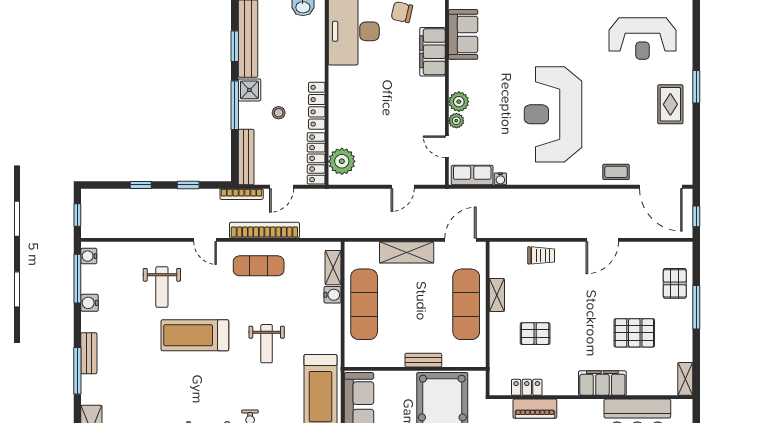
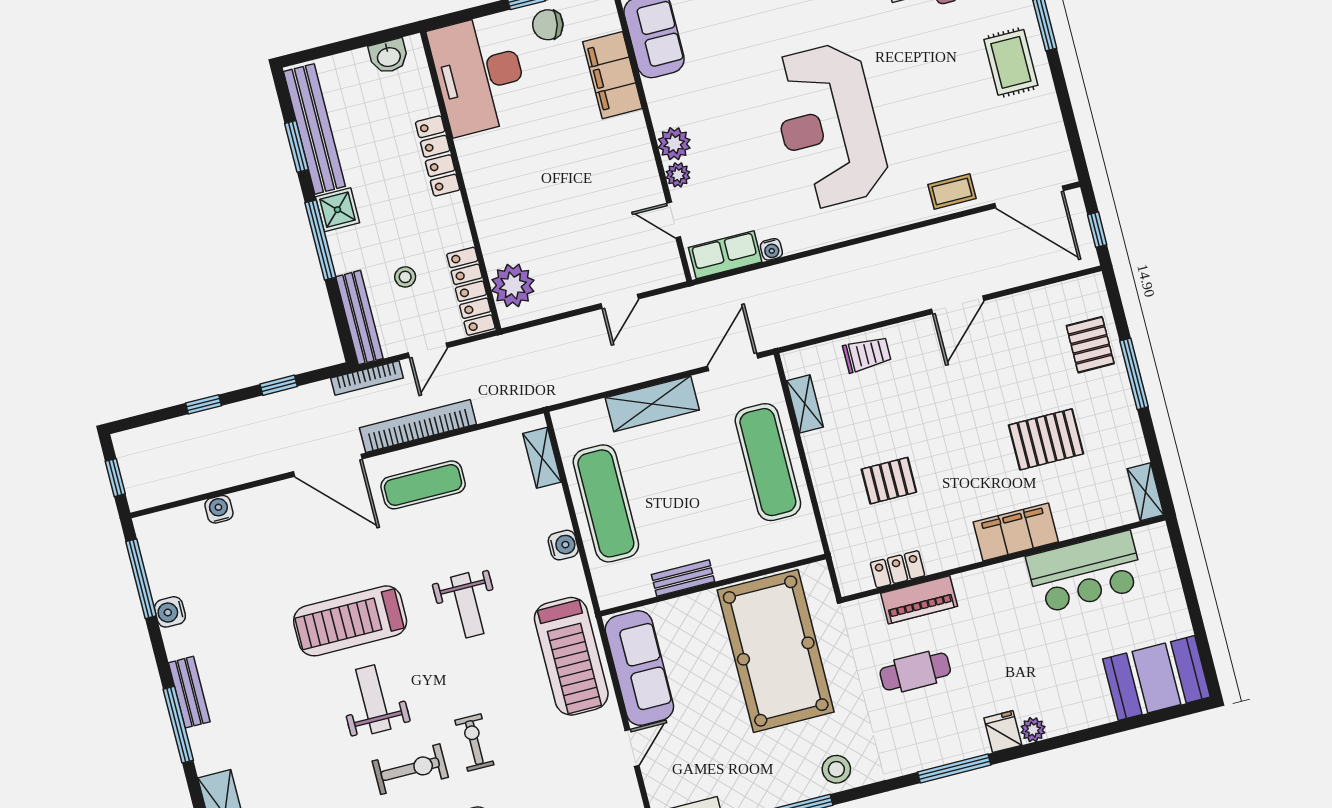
locker: (317, 106) -> (438, 156), moved
stool: (279, 113) -> (405, 277), moved
door: (205, 240) -> (328, 465), width x1.88
water cooler: (89, 256) -> (219, 509), moved, turned 90
weight bench: (162, 287) -> (373, 699), moved, turned 180
water cooler: (332, 295) -> (563, 545), moved
shelving: (497, 295) -> (805, 404), moved
bench: (423, 360) -> (683, 578), moved

